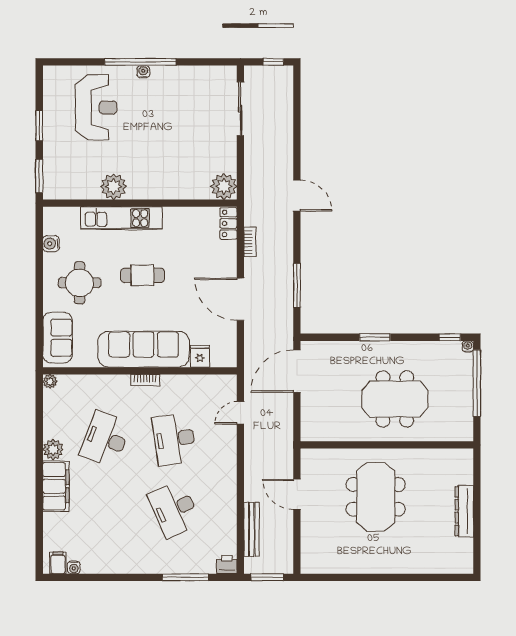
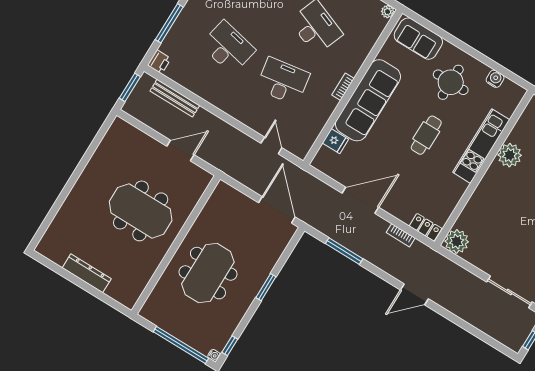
desk: (174, 509) -> (228, 47), turned 36

